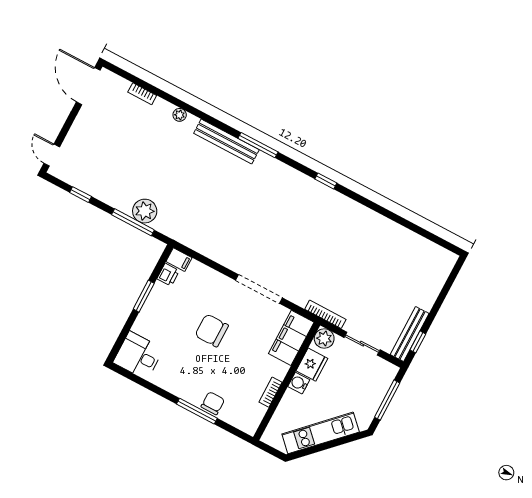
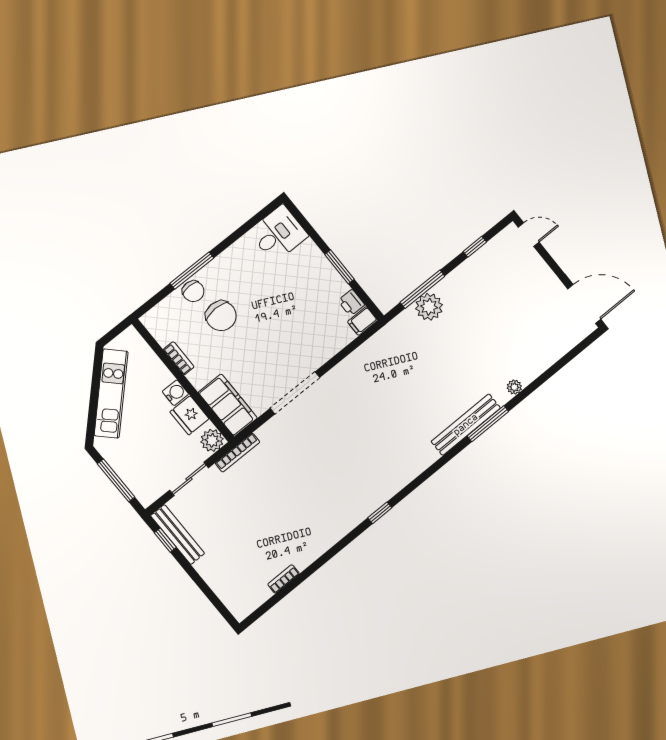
bookcase: (142, 94) -> (284, 579), moved
window: (258, 145) -> (488, 424), moved
chair: (212, 330) -> (221, 316), moved, turned 89

